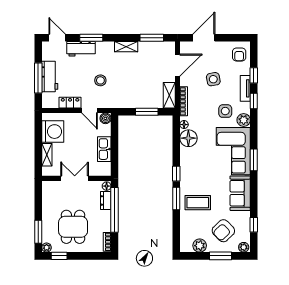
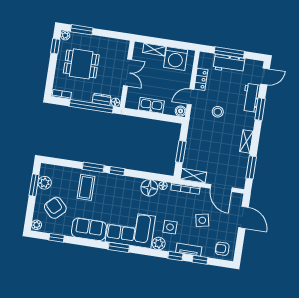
window: (220, 256) -> (34, 185), moved

